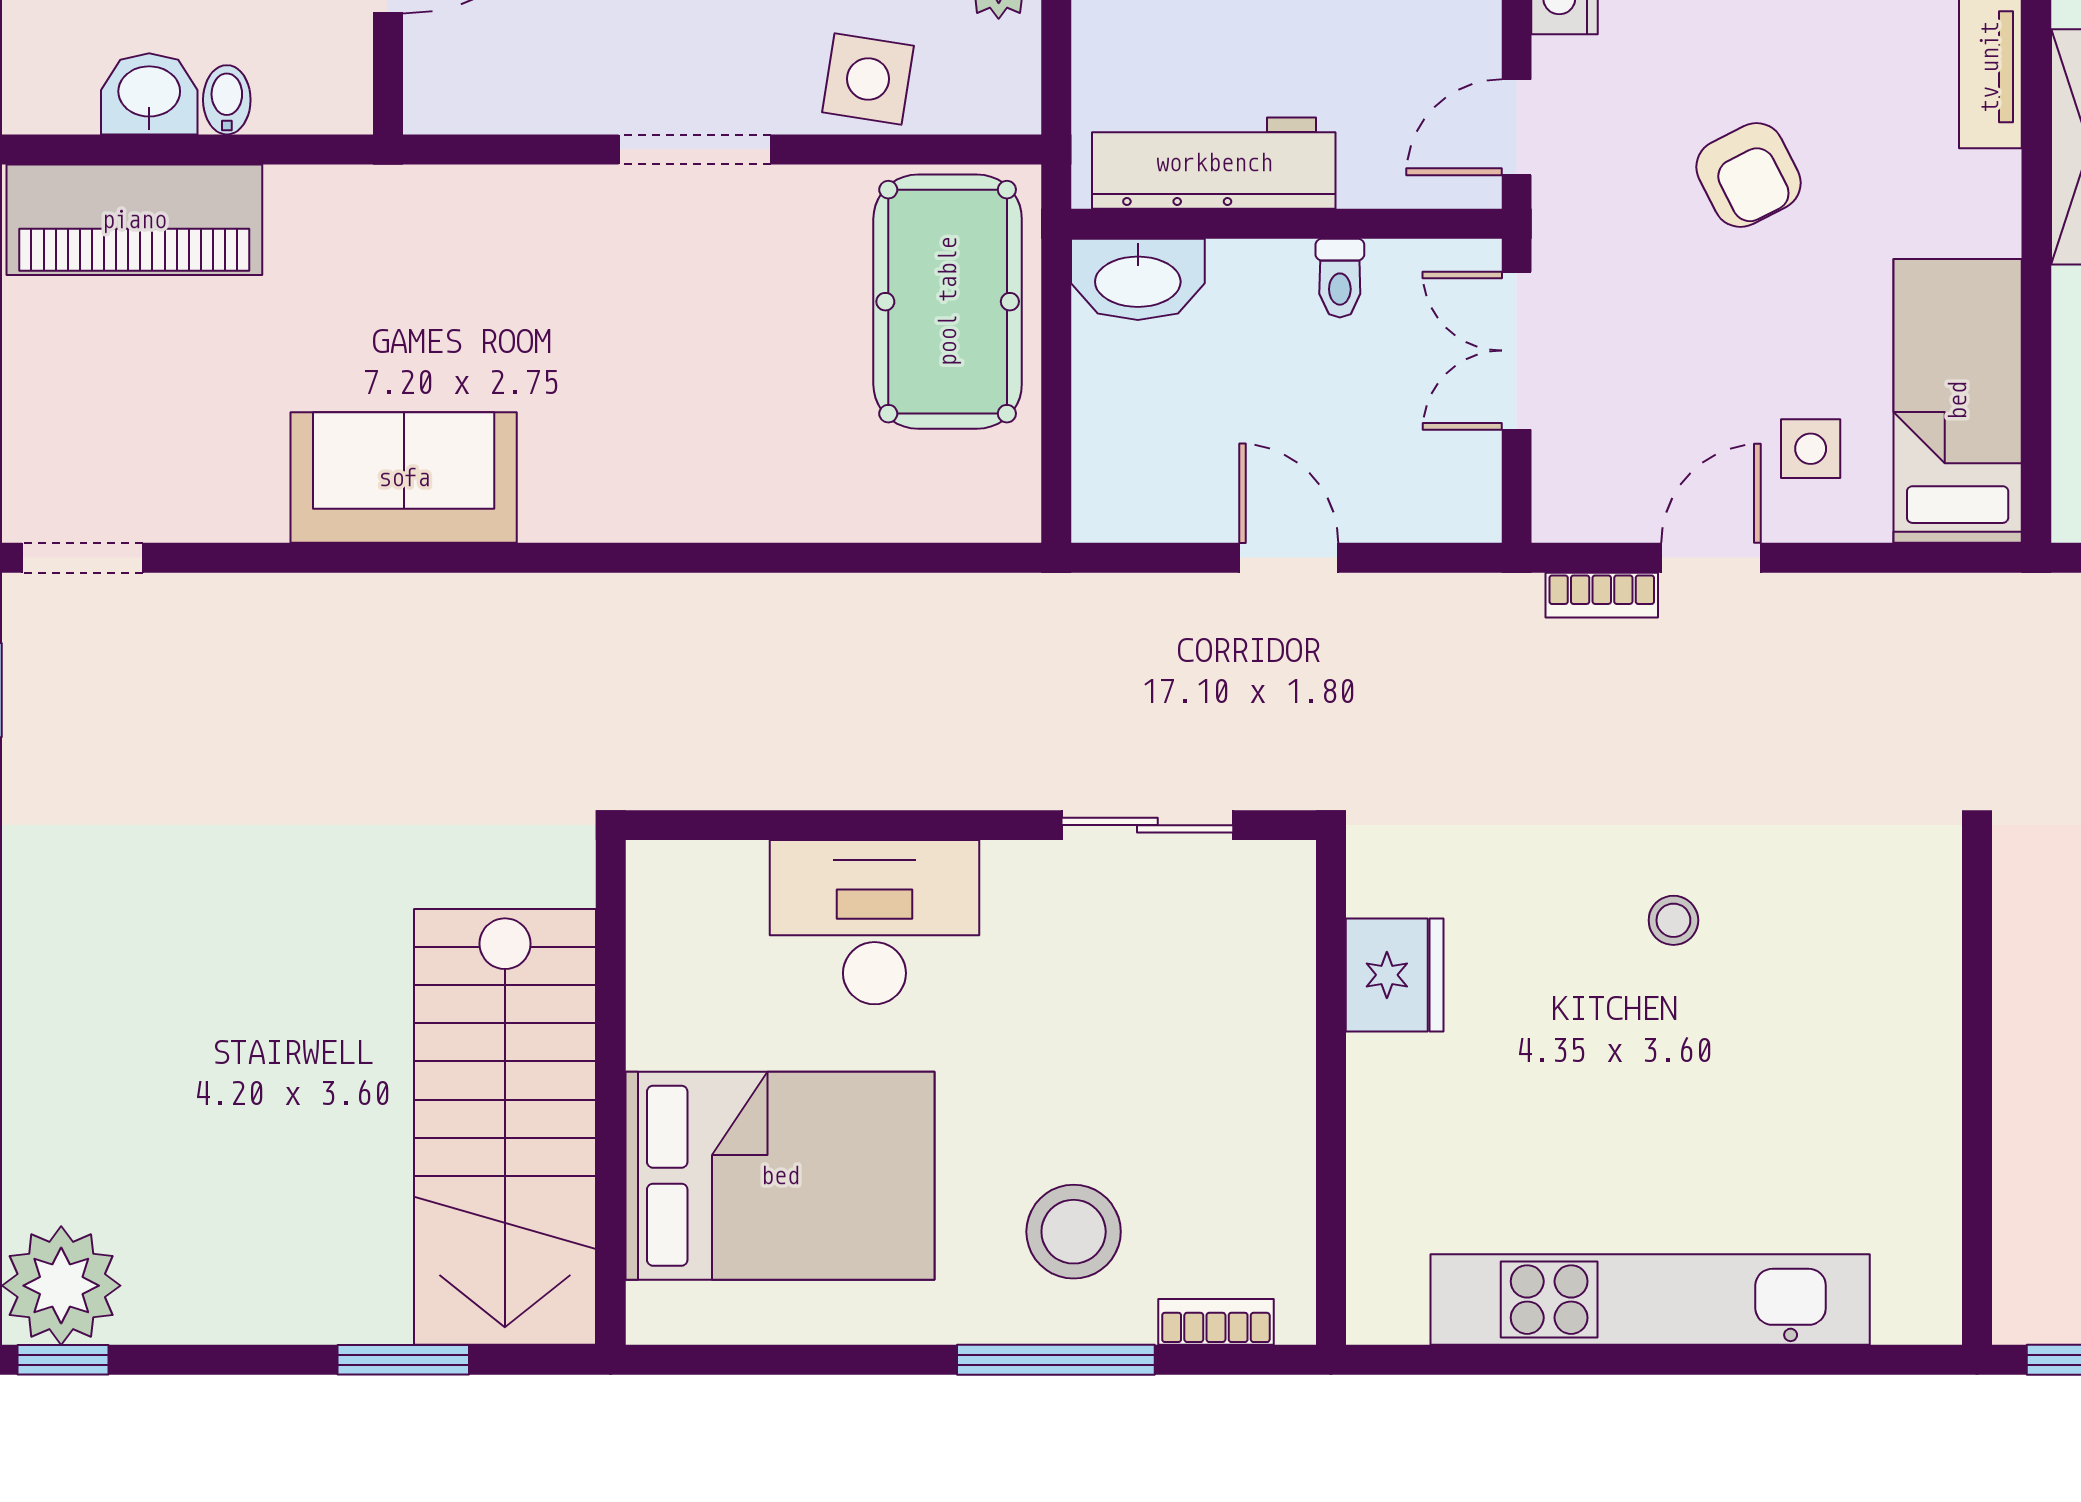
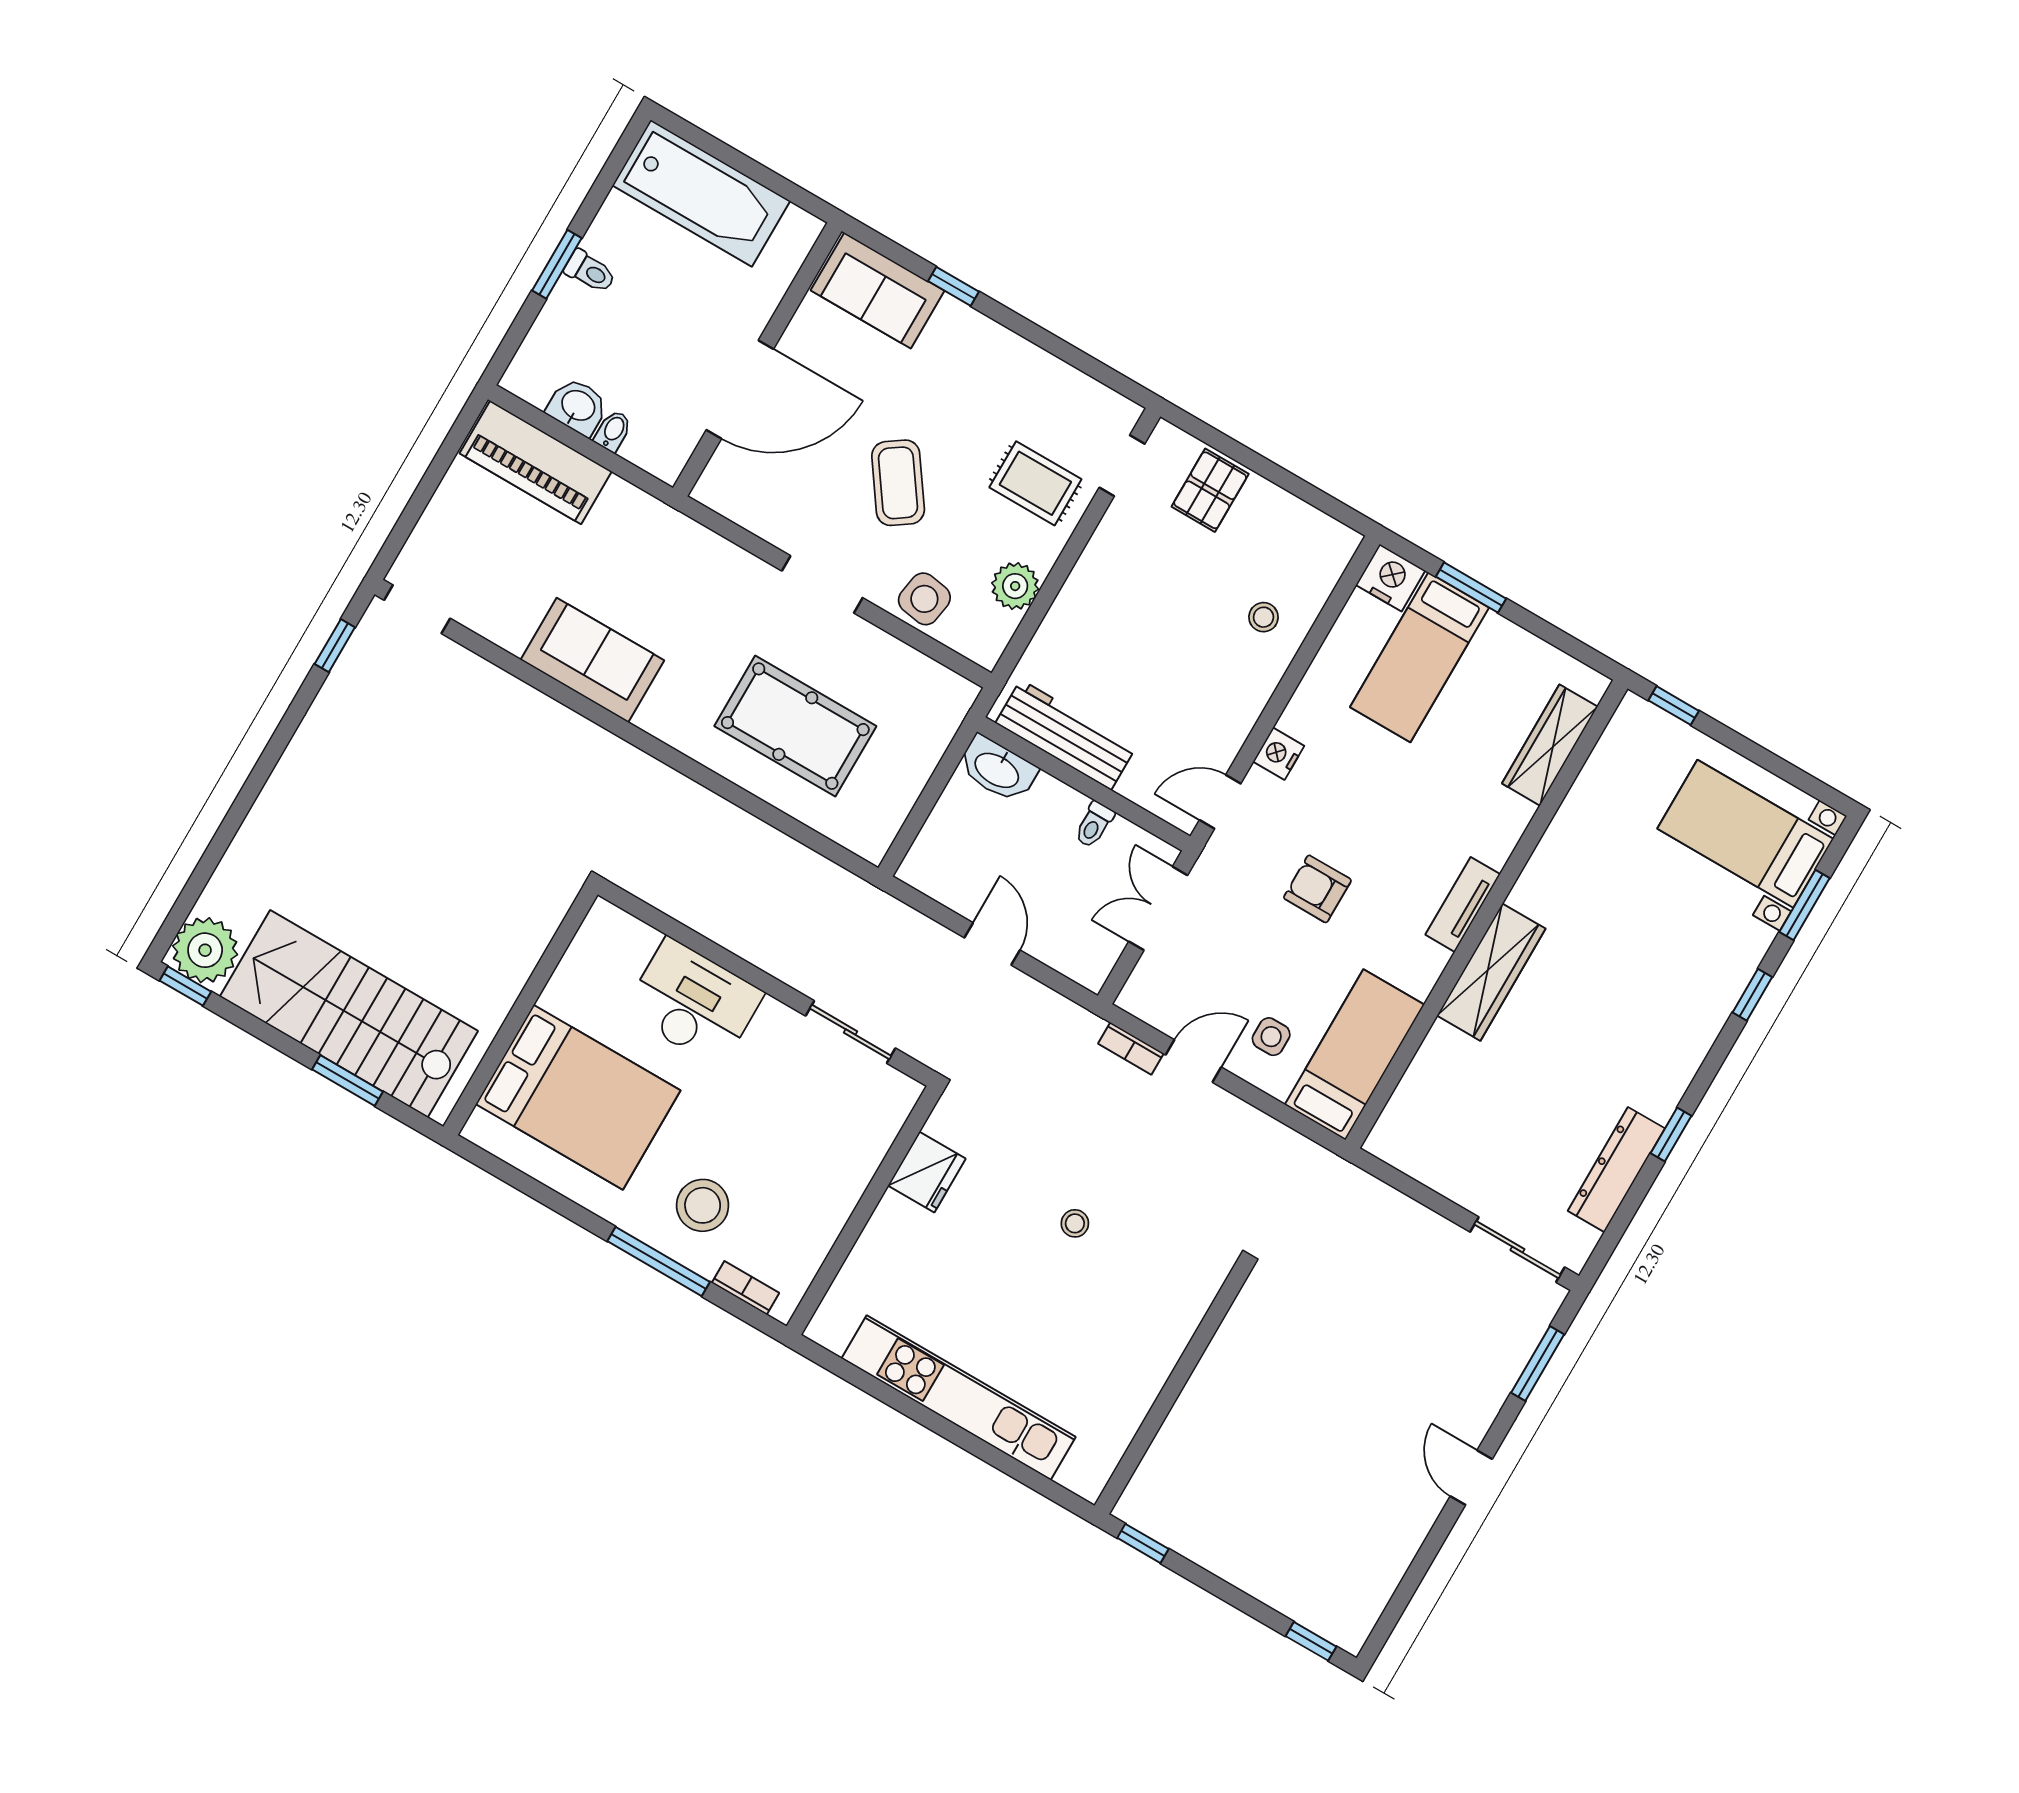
armchair: (1748, 175) -> (1317, 889), turned 117
pool table: (948, 302) -> (795, 726), moved, turned 90
stairs: (505, 1127) -> (349, 1014), moved, turned 90

